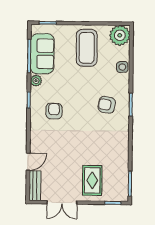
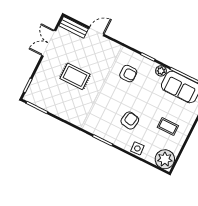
coffee table: (87, 48) -> (168, 127), width x0.54, depth x0.58
armchair: (107, 105) -> (130, 120), moved
door: (28, 162) -> (97, 31), swing flipped
rug: (92, 180) -> (75, 76), moved

